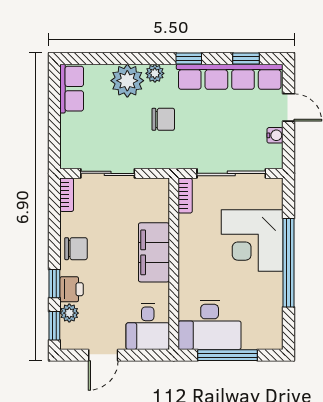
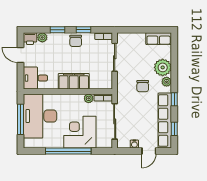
plant: (187, 224) -> (89, 98), added
printer: (72, 289) -> (30, 39), moved
desk: (210, 325) -> (40, 116), width x1.36, depth x1.30
window: (54, 326) -> (83, 30), moved

